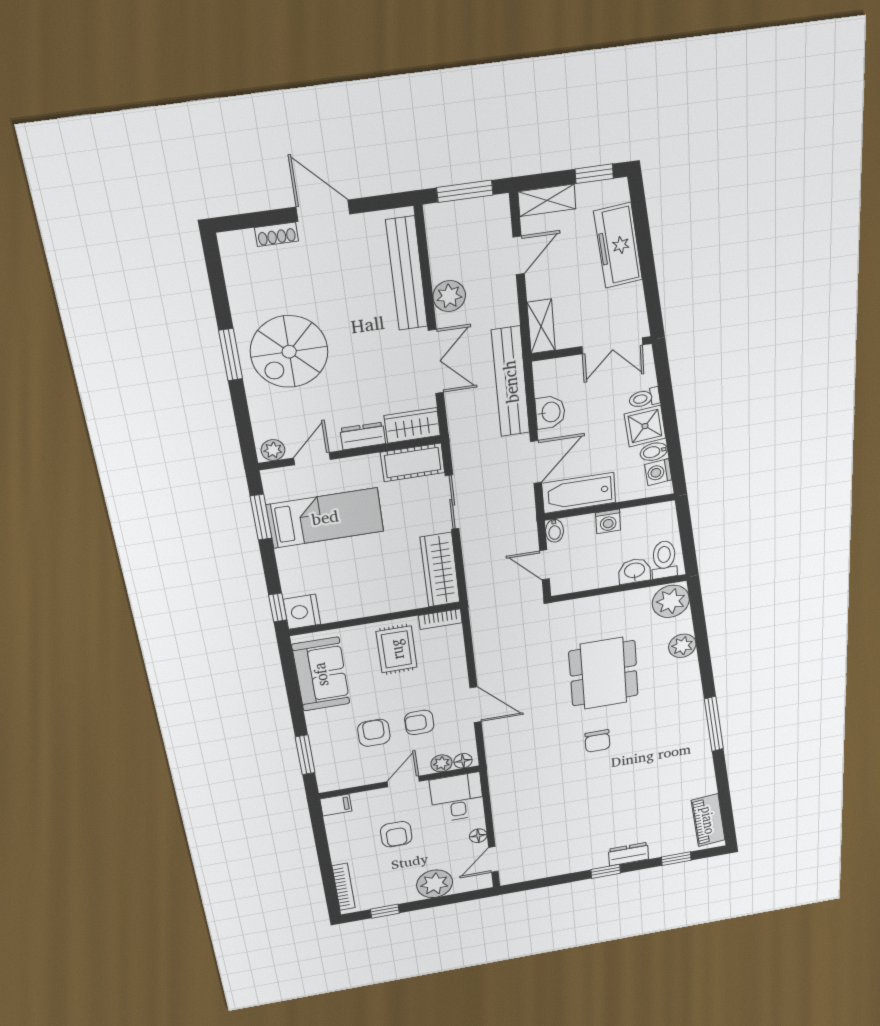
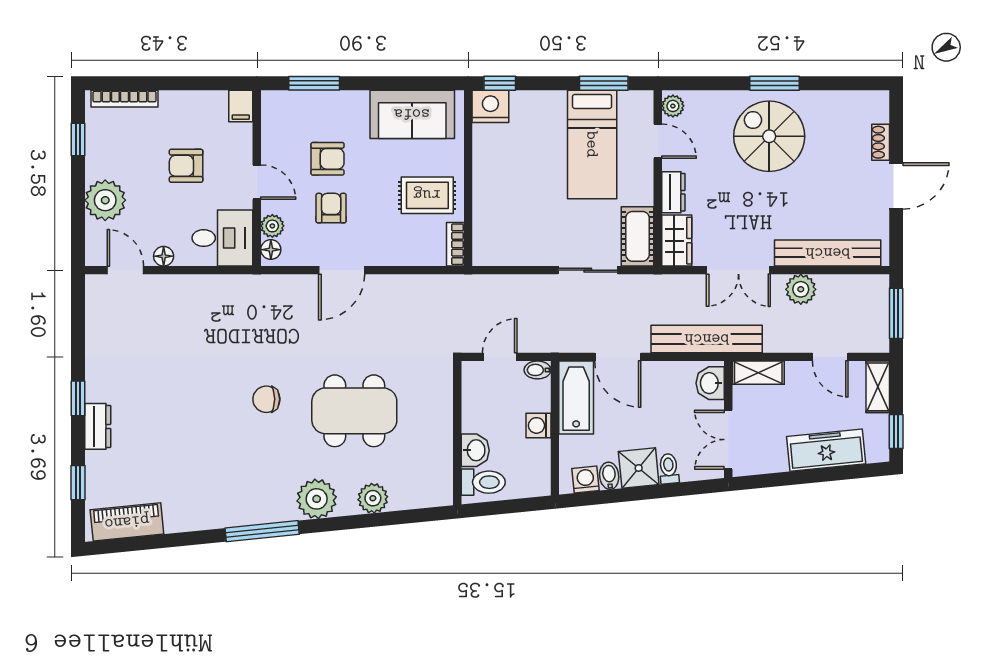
washbasin: (550, 412) -> (710, 383), moved, turned 90
wardrobe: (440, 570) -> (513, 250), removed
plant: (671, 601) -> (317, 499), moved

